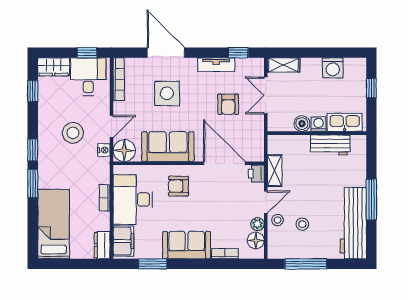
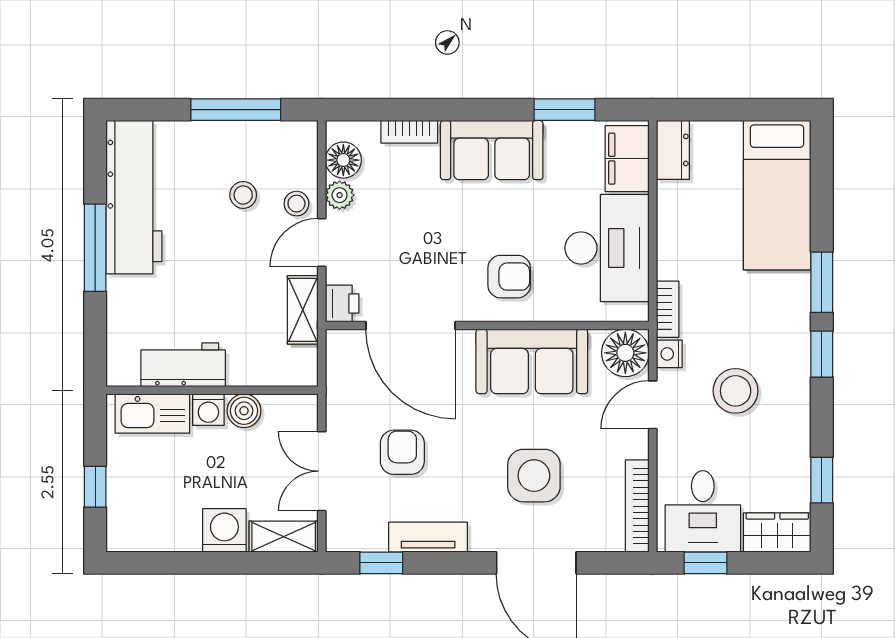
washing machine: (333, 68) -> (224, 530), moved
double door: (266, 95) -> (322, 471), swing flipped
bookcase: (105, 198) -> (668, 309), moved

